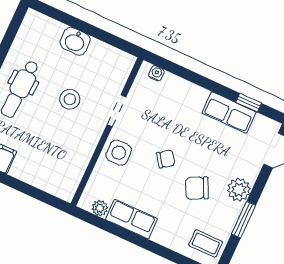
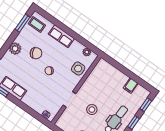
side table: (119, 153) -> (78, 69), moved
row of seats: (131, 219) -> (61, 36), moved
window: (244, 220) -> (23, 23), moved

